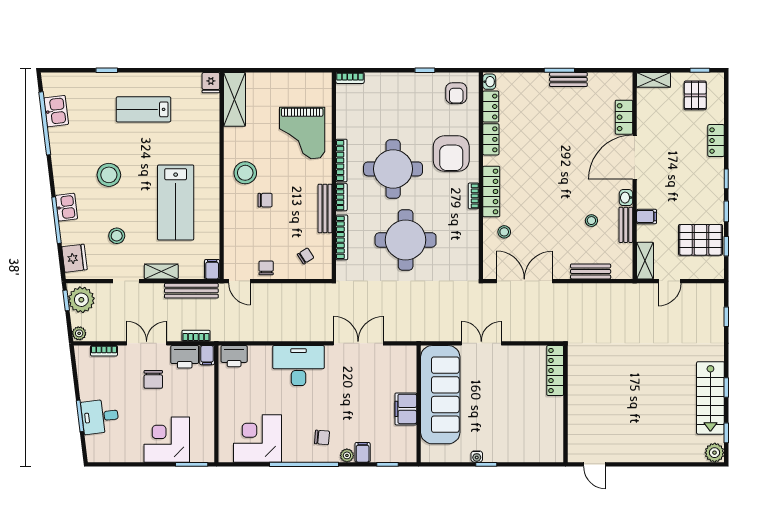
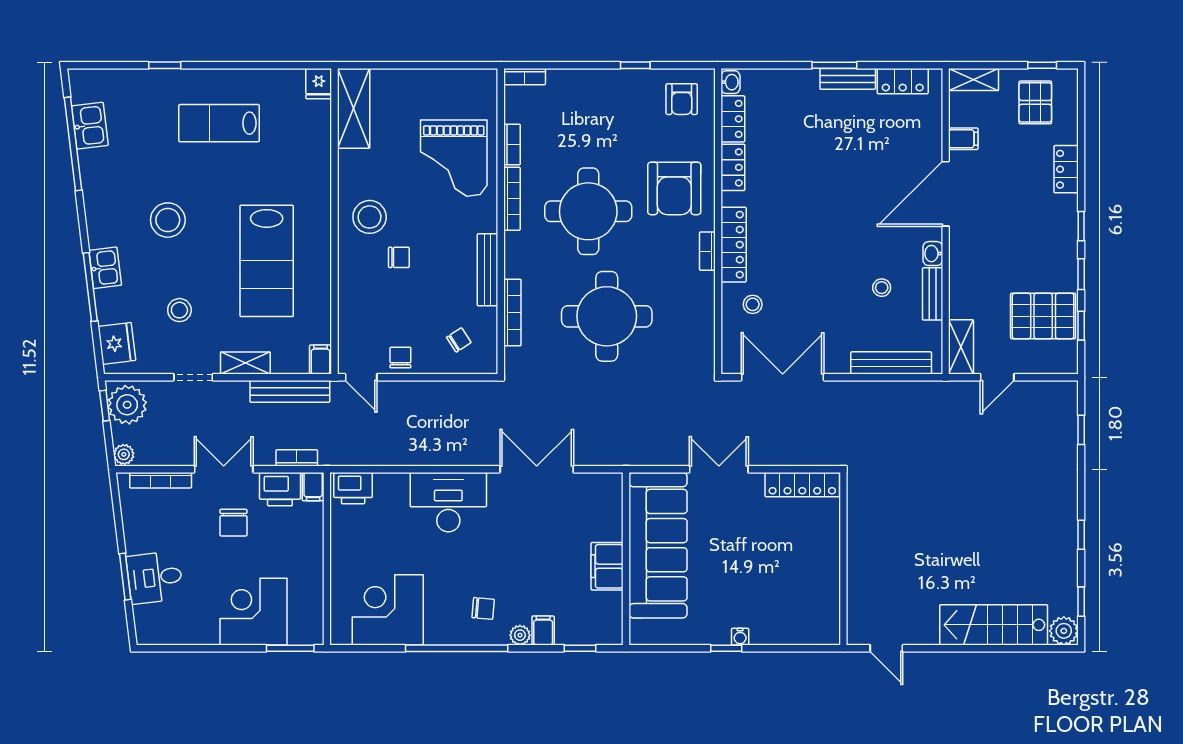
locker: (624, 117) -> (903, 81), moved, turned -90
bookcase: (342, 197) -> (512, 145), moved
filing cabinet: (647, 216) -> (963, 139), moved
bench: (591, 271) -> (891, 363), width x1.36
bookcase: (104, 351) -> (161, 480), width x1.56
locker: (555, 371) -> (802, 485), moved, turned -90
stairs: (710, 398) -> (994, 625), moved, turned 90
water cooler: (477, 457) -> (740, 637), moved

